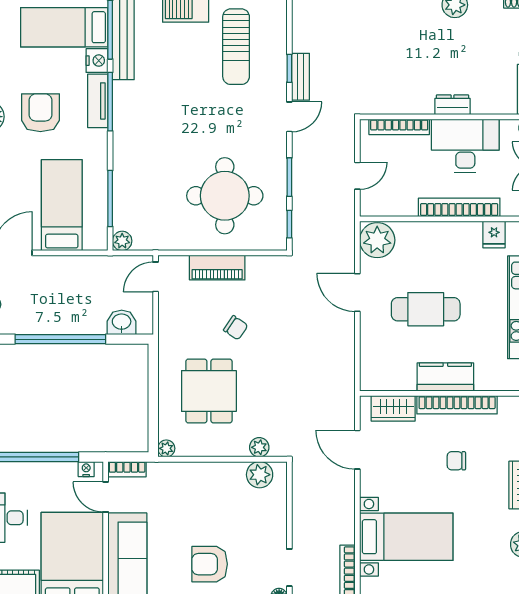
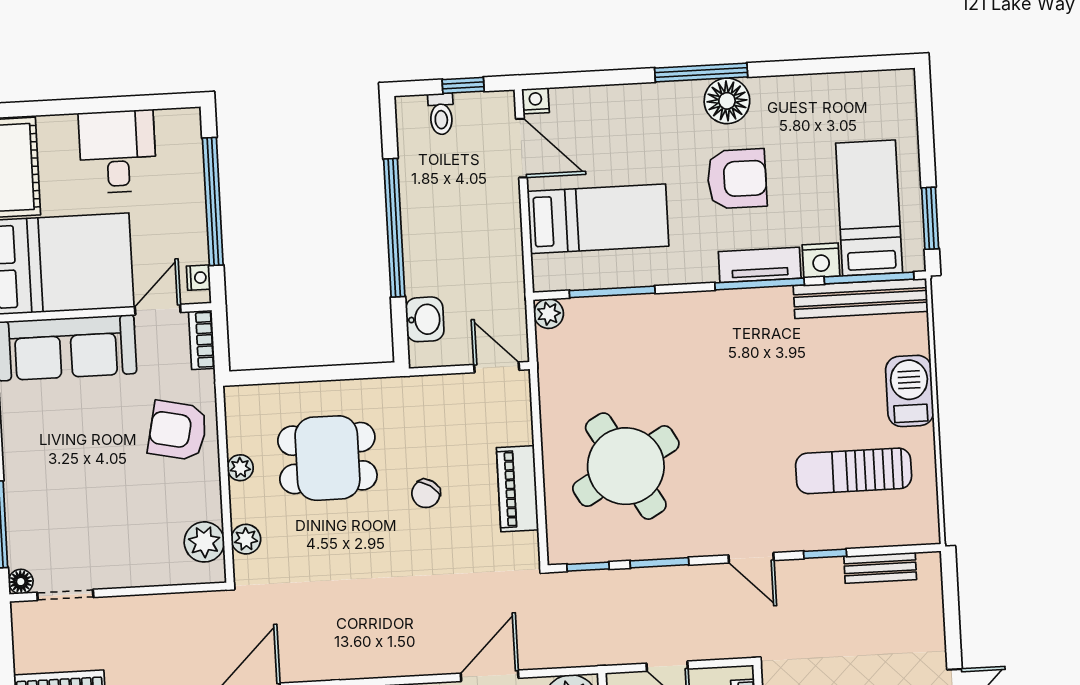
bench: (301, 77) -> (880, 568), moved
round table: (225, 196) -> (626, 466), turned -30
piano: (217, 268) -> (517, 489), moved
plant: (166, 448) -> (240, 468), moved
armchair: (210, 564) -> (178, 431), moved, turned -78

